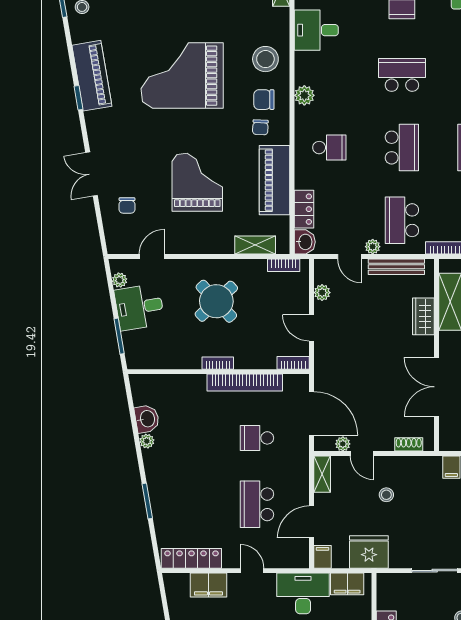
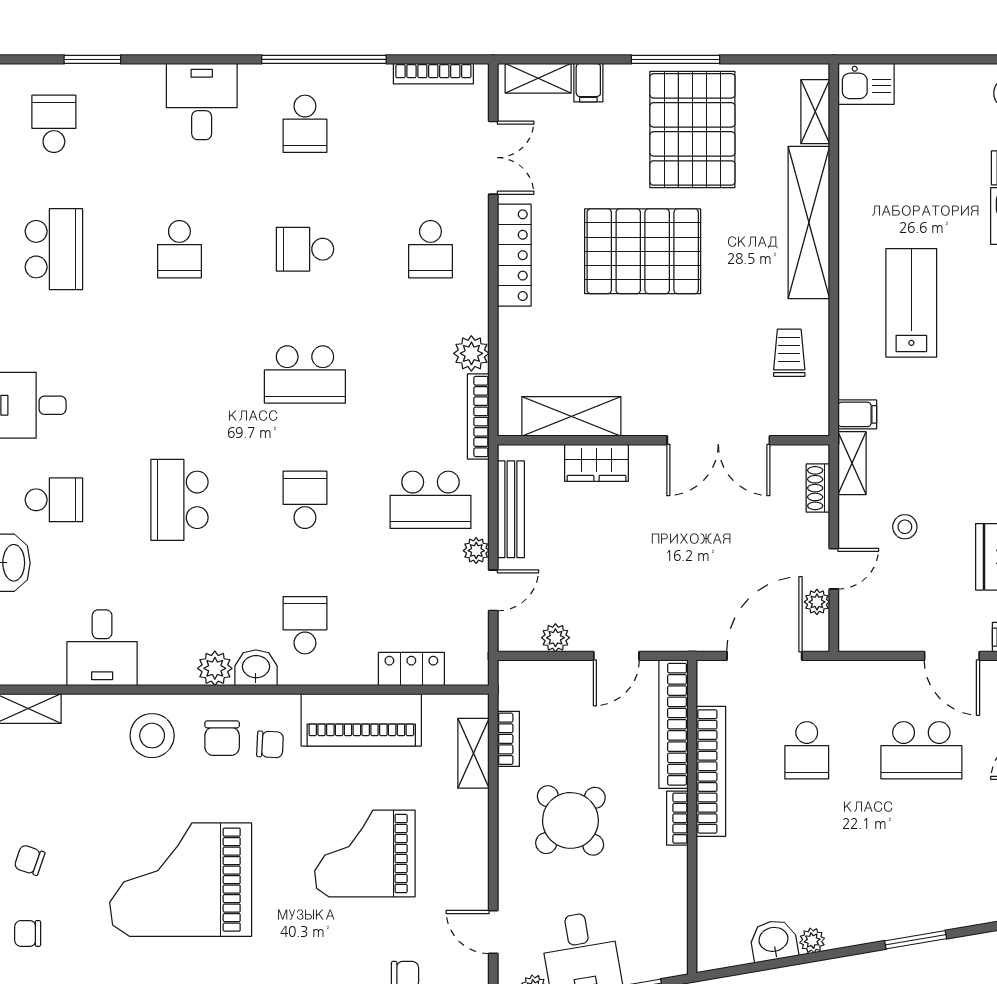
grand piano: (182, 76) -> (181, 880), turned 90
school desk: (402, 148) -> (305, 500), width x0.54
washbasin: (305, 242) -> (256, 668), moved
bookcase: (284, 265) -> (508, 739), moved
bookcase: (293, 363) -> (674, 724), width x2.31, depth x1.31
shelving: (322, 474) -> (852, 463), moved, turned 90

